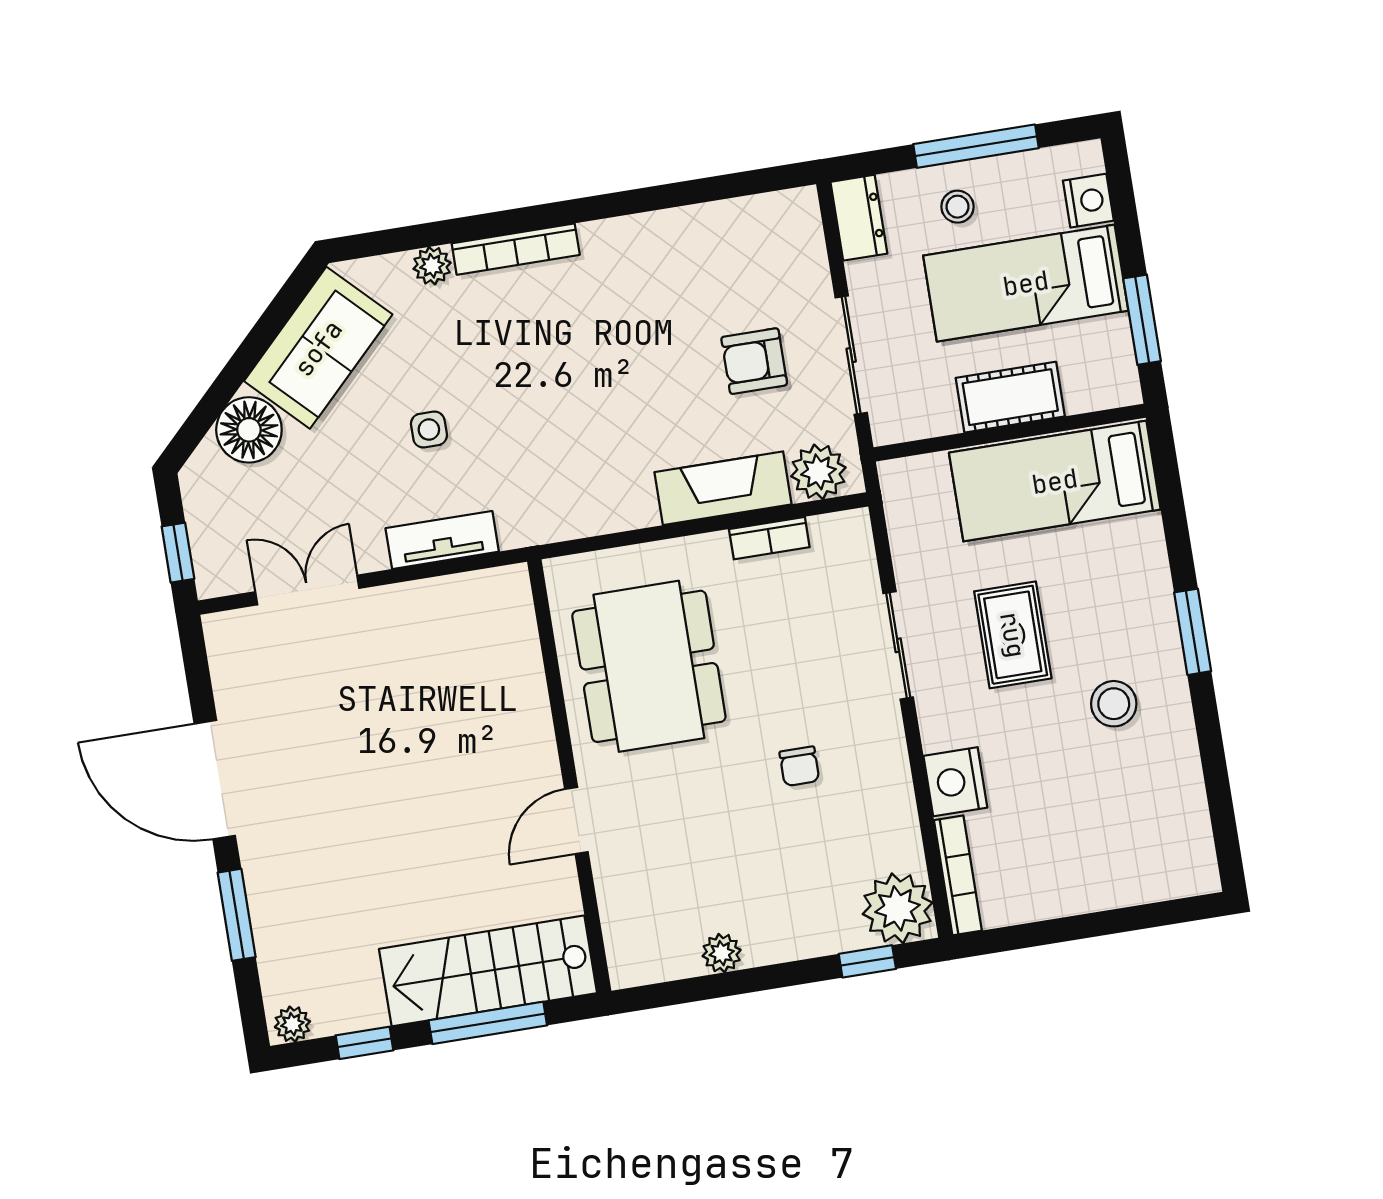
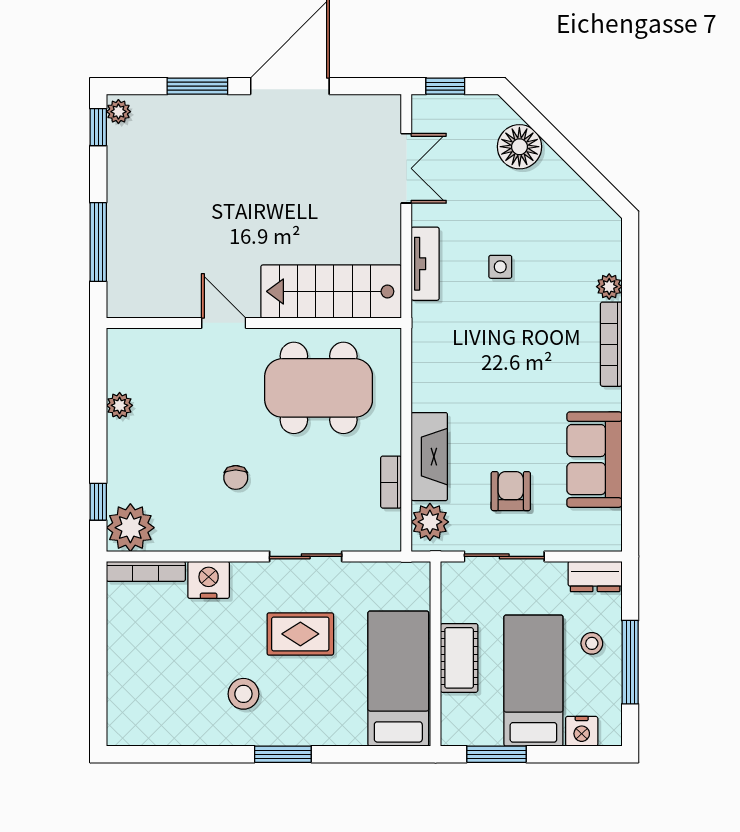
sofa: (318, 348) -> (594, 460), moved, turned 45
chair: (799, 766) -> (236, 477), turned -90
stairs: (488, 971) -> (331, 291), moved, turned -90
window: (364, 1043) -> (98, 127), moved

